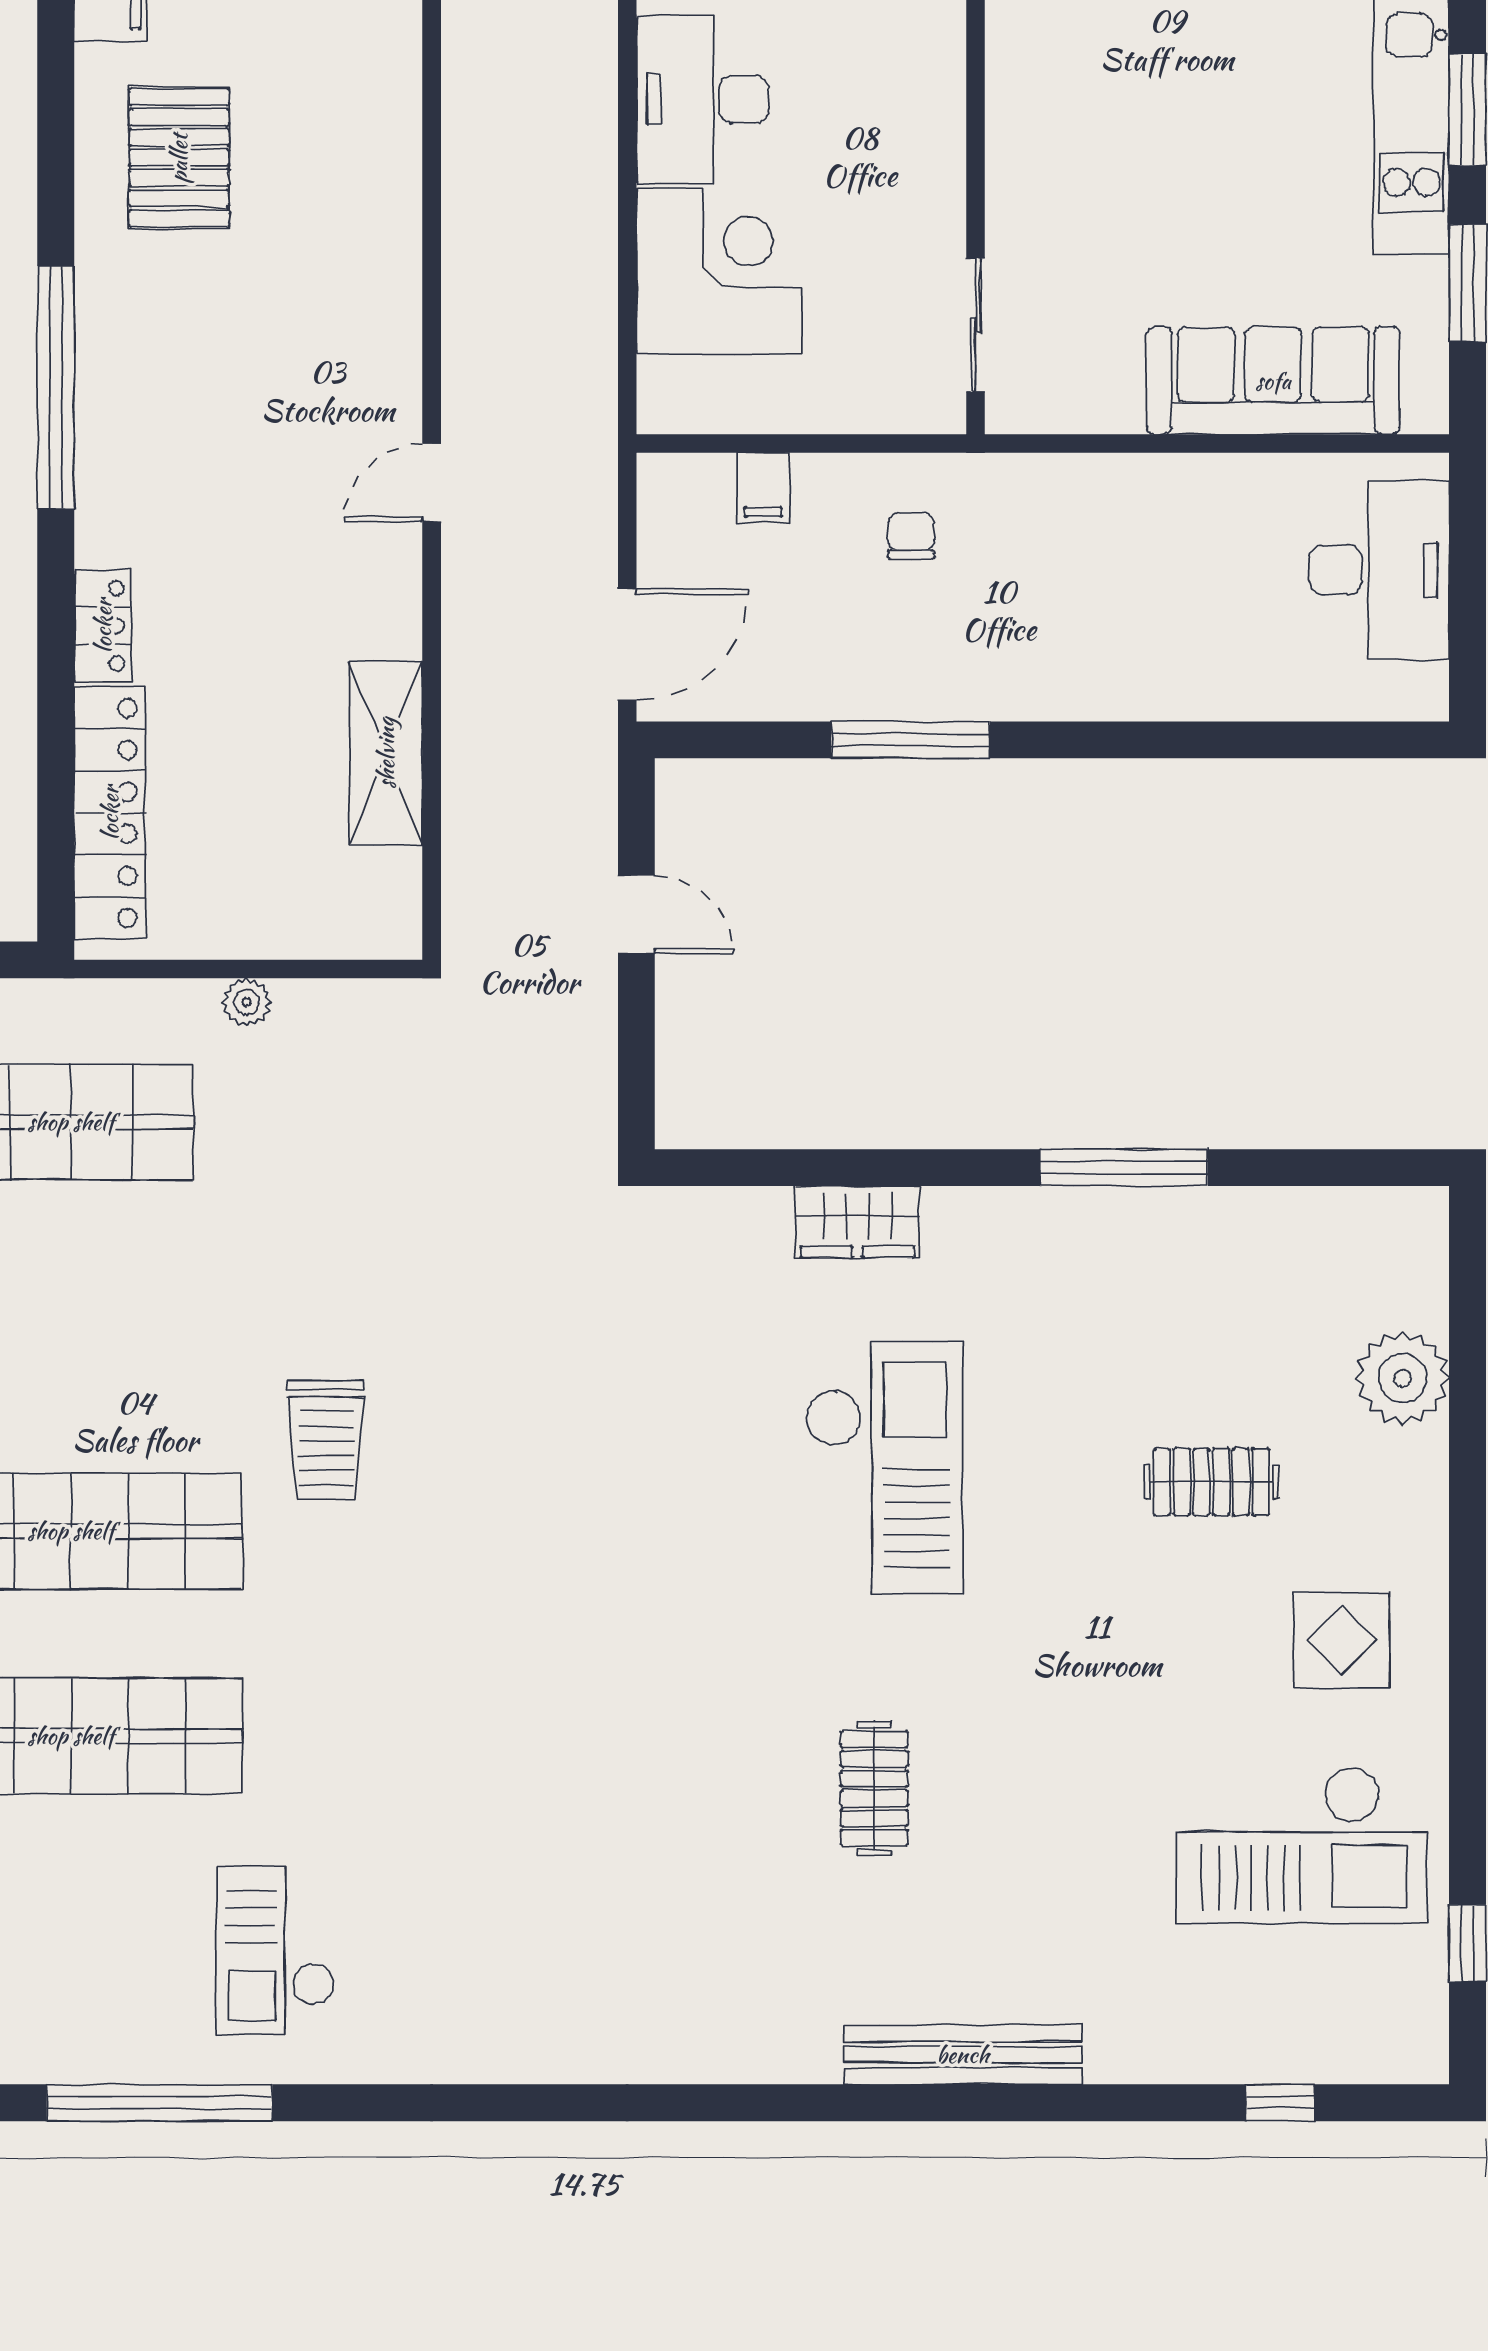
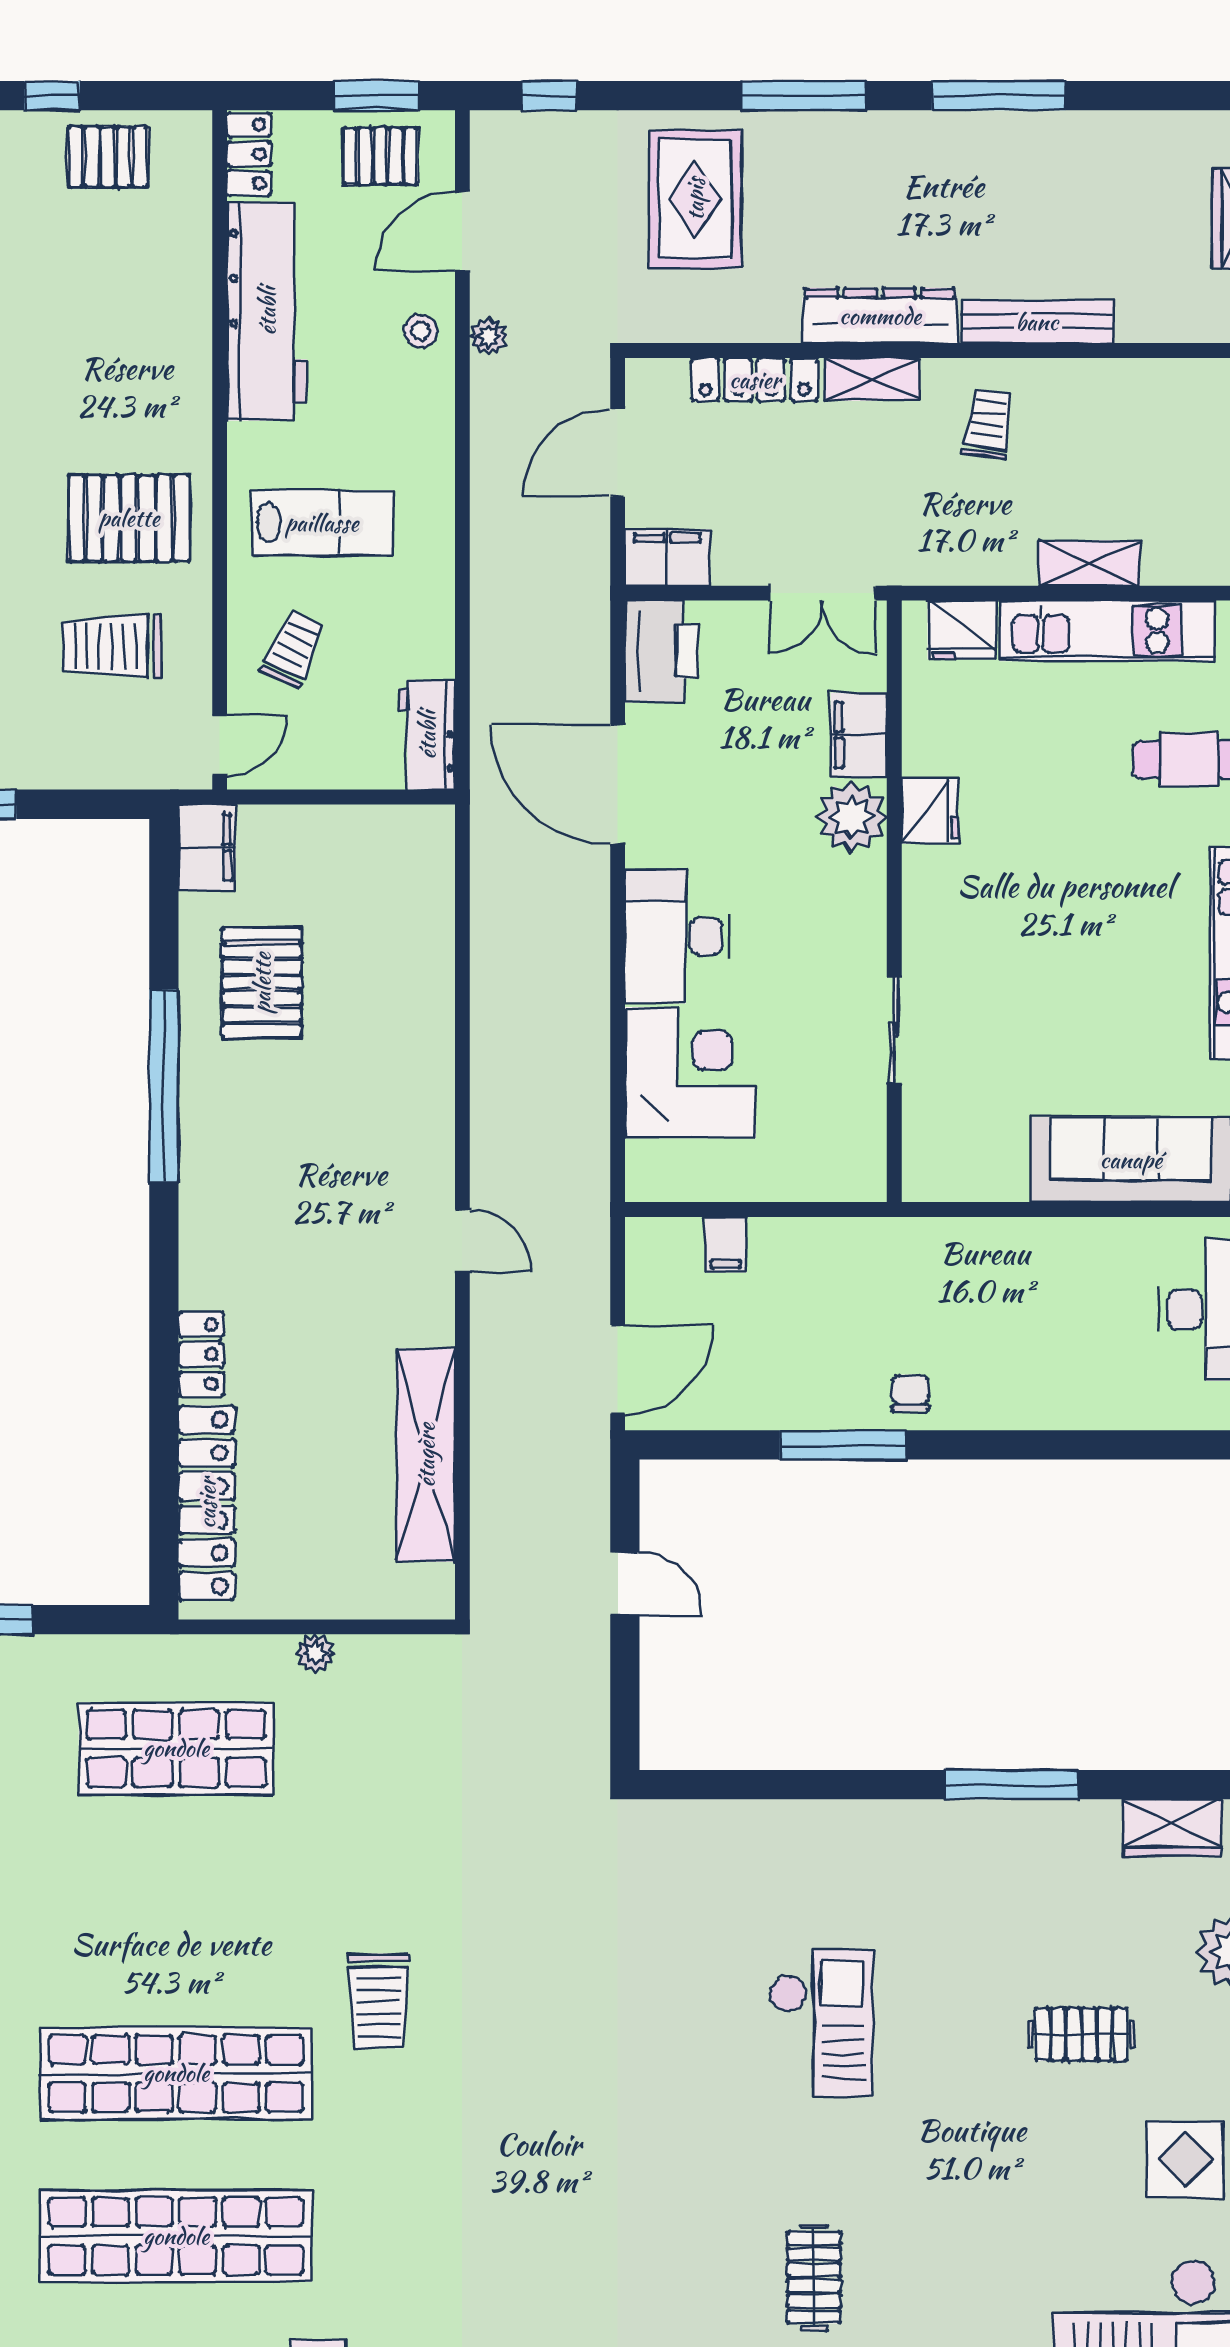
sliding door: (976, 325) -> (894, 1030), moved
window: (56, 387) -> (164, 1086), moved
door: (432, 483) -> (462, 1241), swing flipped
chair: (911, 536) -> (910, 1393), moved
shelving: (386, 753) -> (426, 1455), width x1.47
wardrobe: (857, 1222) -> (1173, 1828), moved
checkout: (884, 1468) -> (821, 2023), width x0.73, depth x0.83

